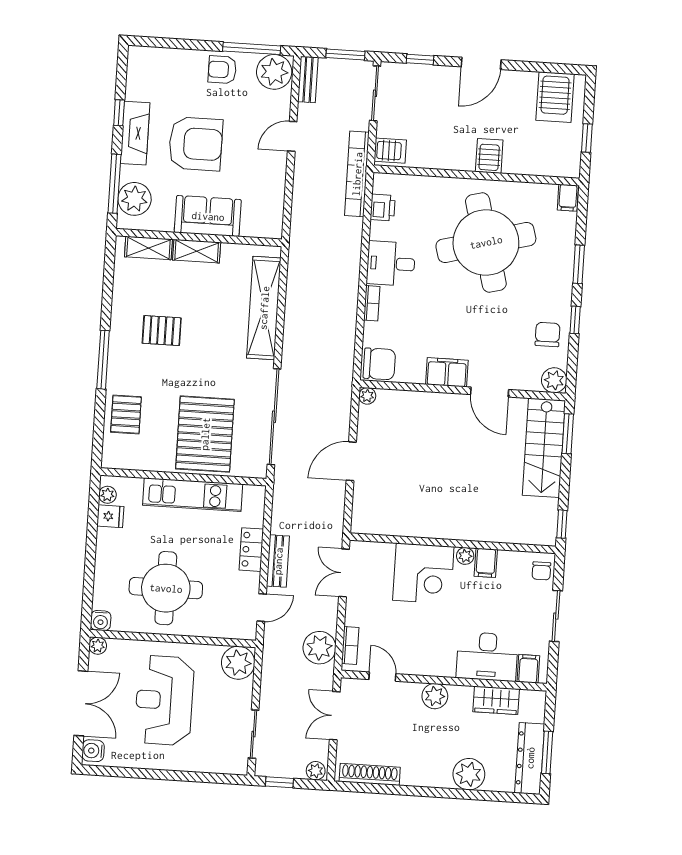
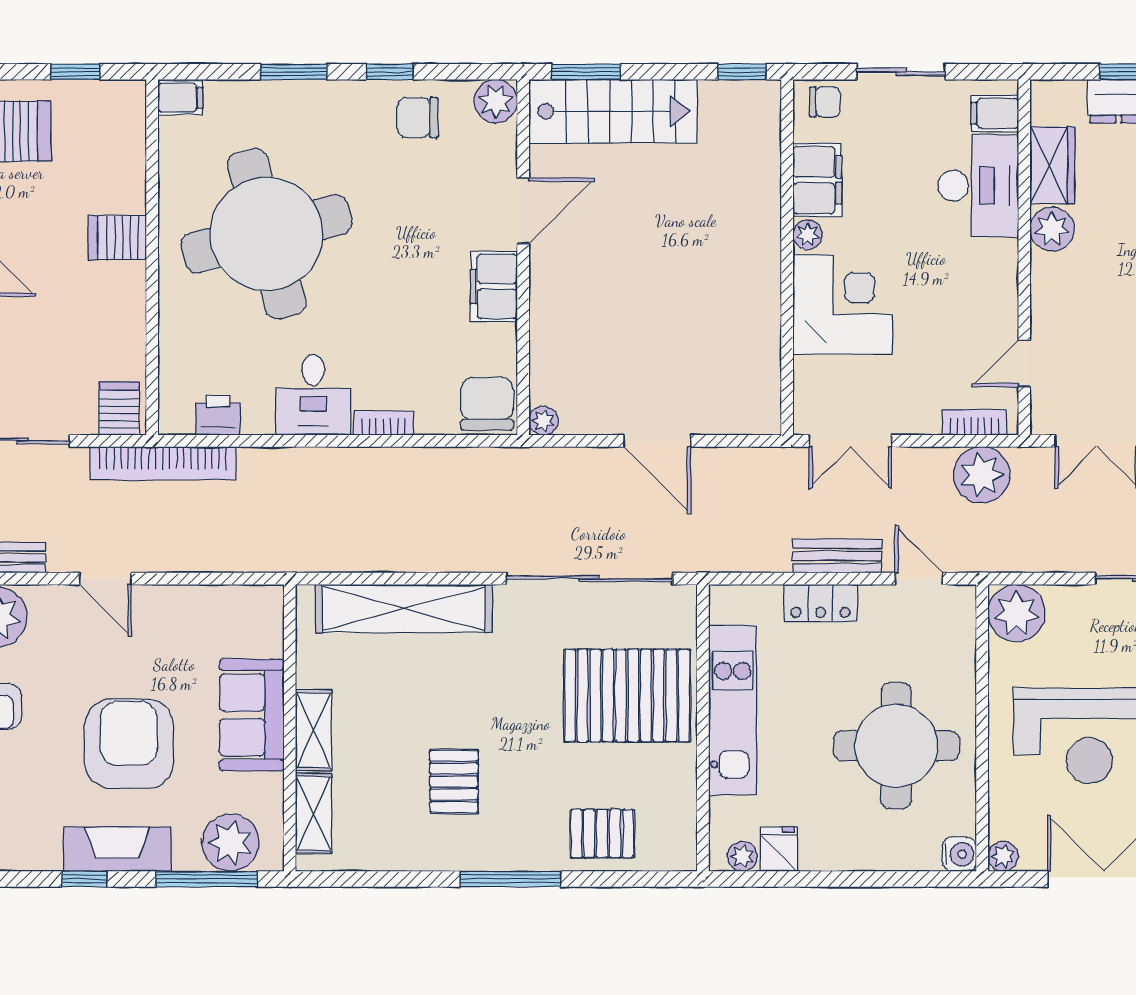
filing cabinet: (486, 563) -> (817, 180), width x2.00
plant: (435, 696) -> (1052, 229), moved

